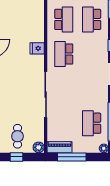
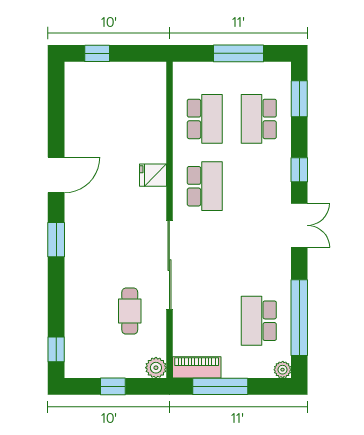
school desk: (64, 54) -> (205, 186), turned 180
cafe table: (18, 136) -> (130, 311), moved

